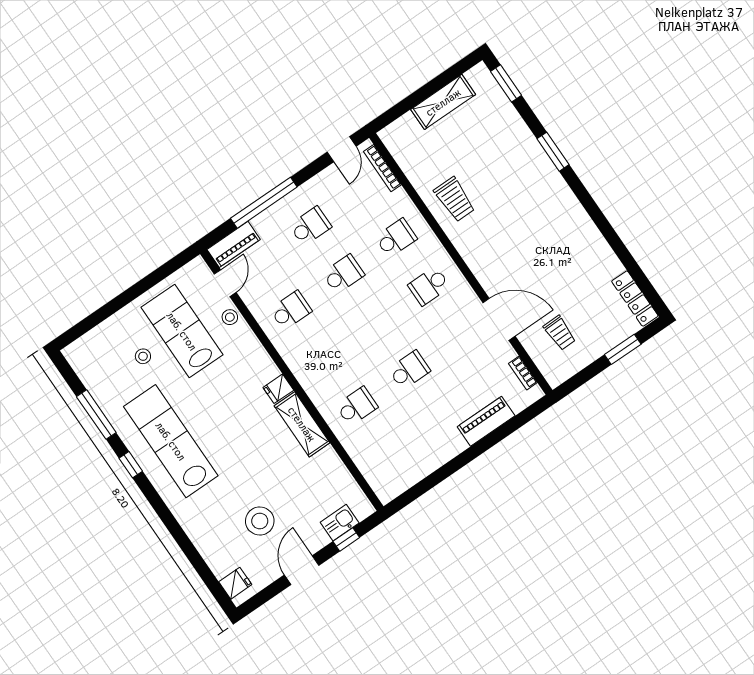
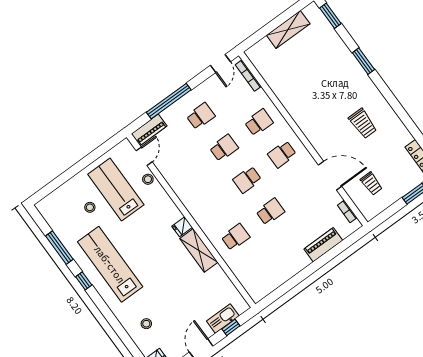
trolley: (455, 199) -> (363, 124), moved
school desk: (291, 310) -> (247, 180), moved, turned 180
stool: (260, 521) -> (146, 324), moved, width x0.53, depth x0.53
kitchen sink: (340, 523) -> (223, 319), width x1.38

